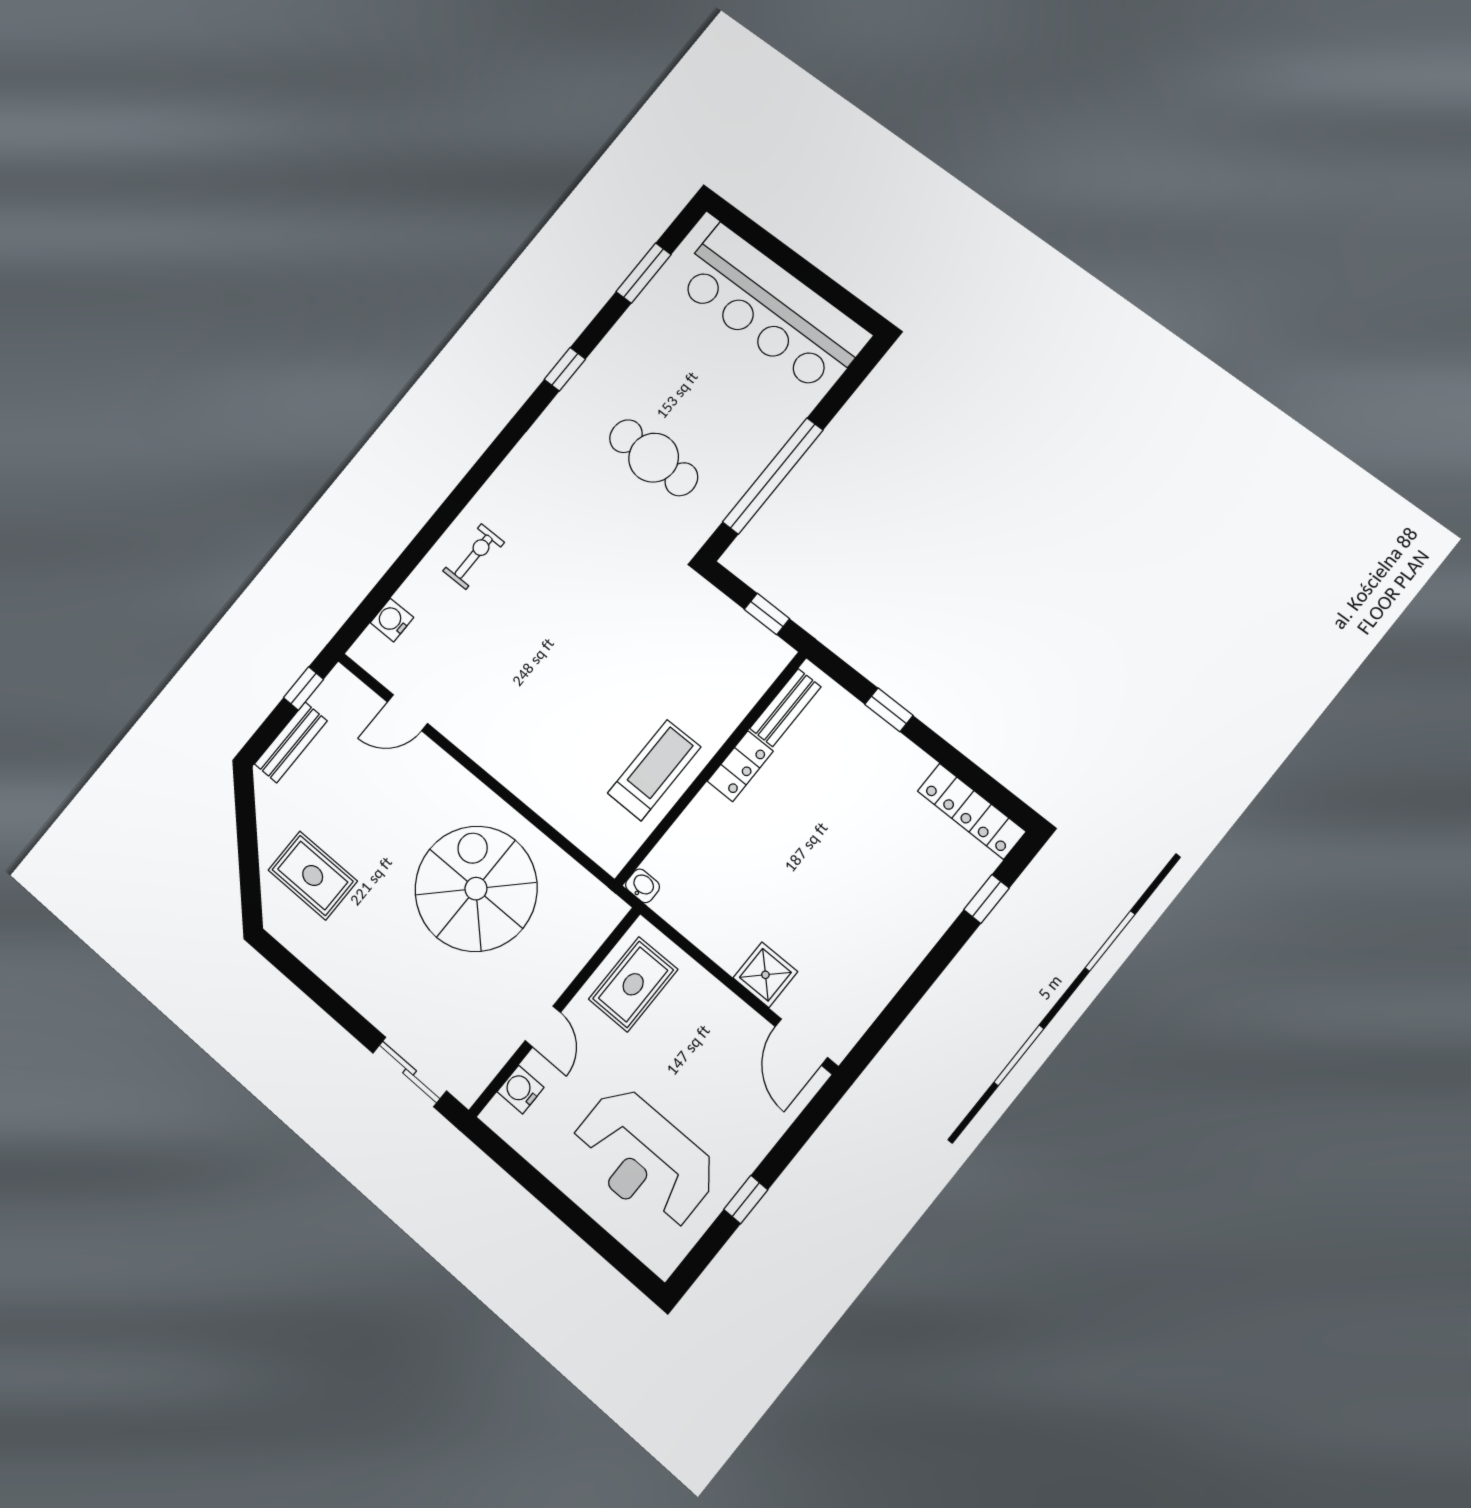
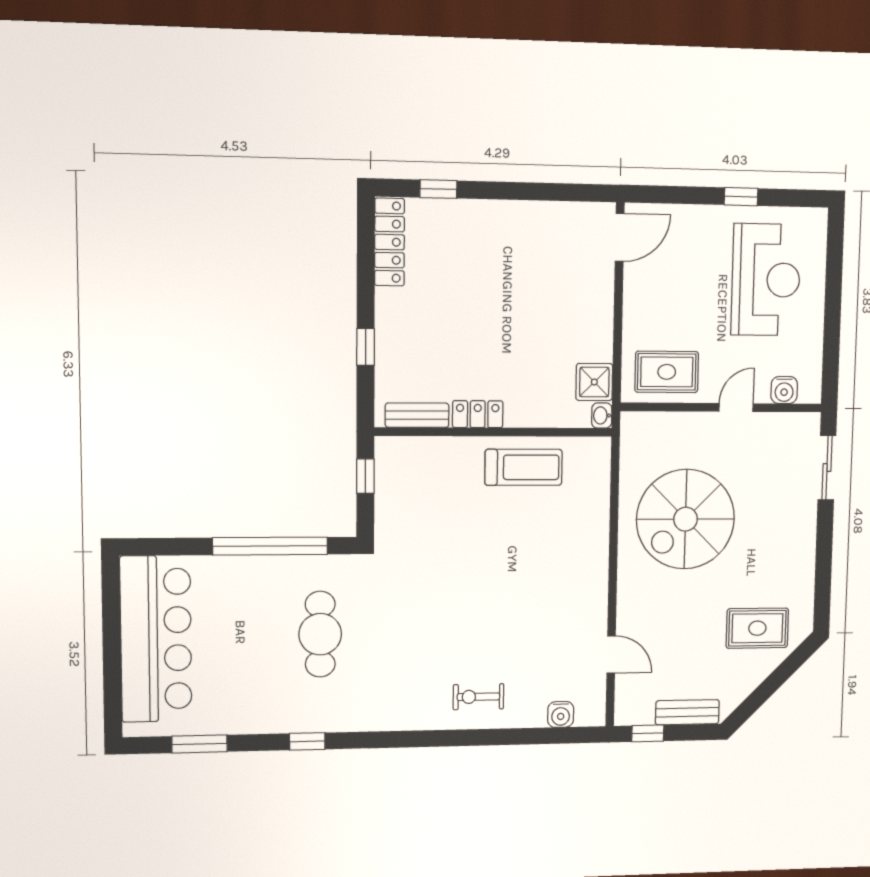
treadmill: (654, 770) -> (524, 467), turned 180
rug: (313, 876) -> (757, 628), turned 90
shower: (765, 975) -> (594, 382), moved

